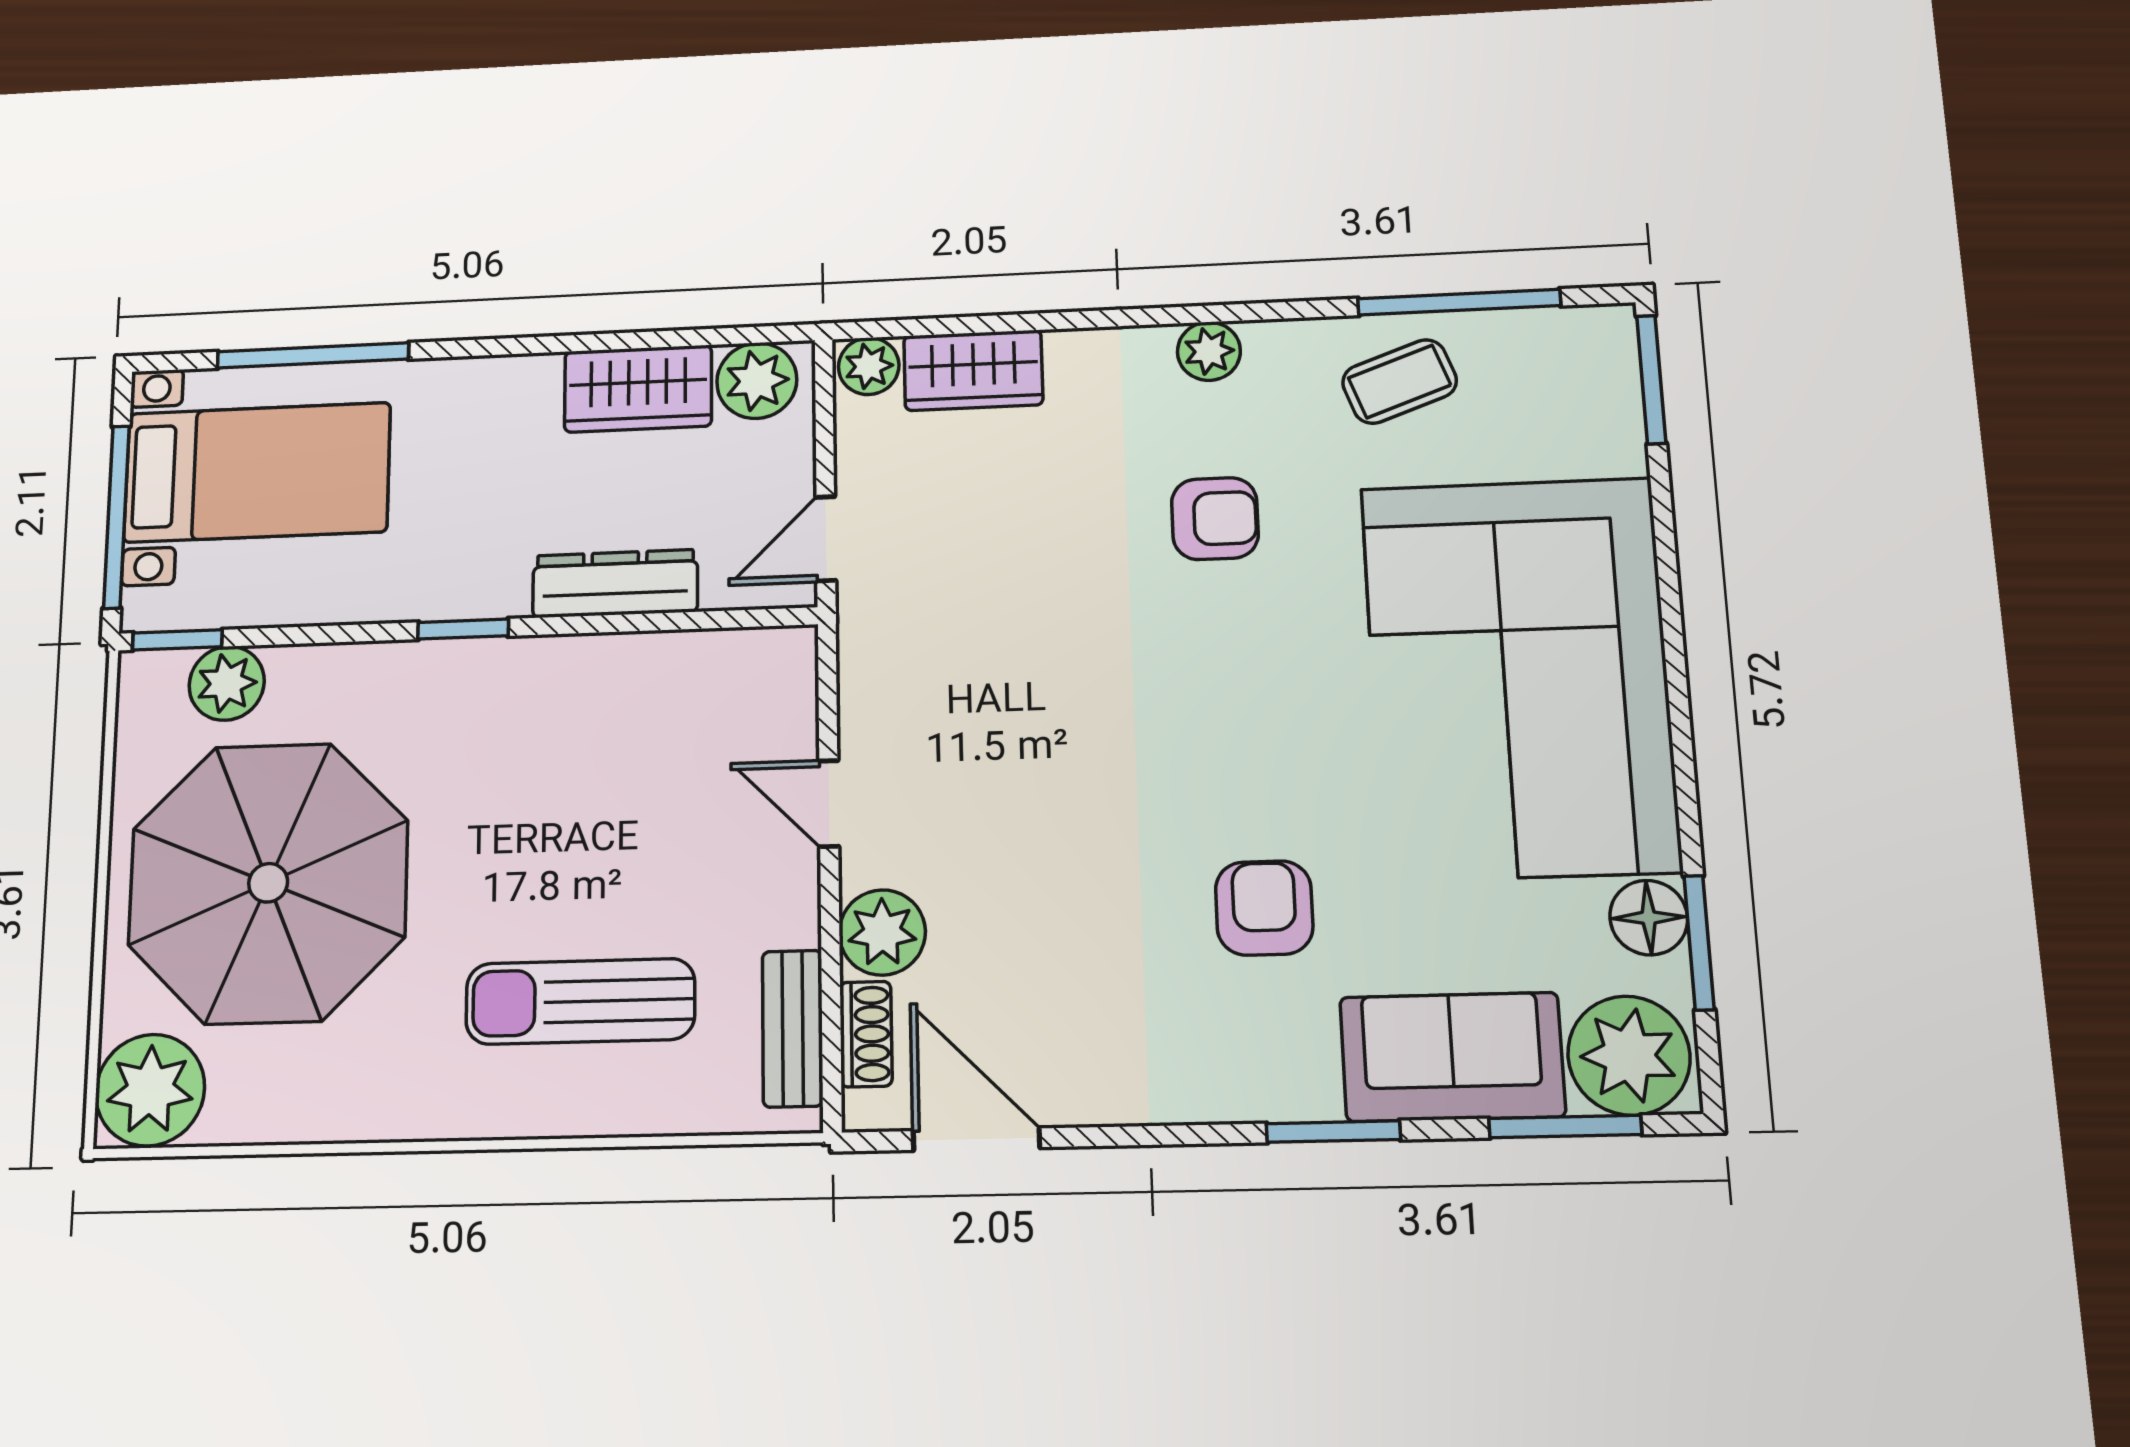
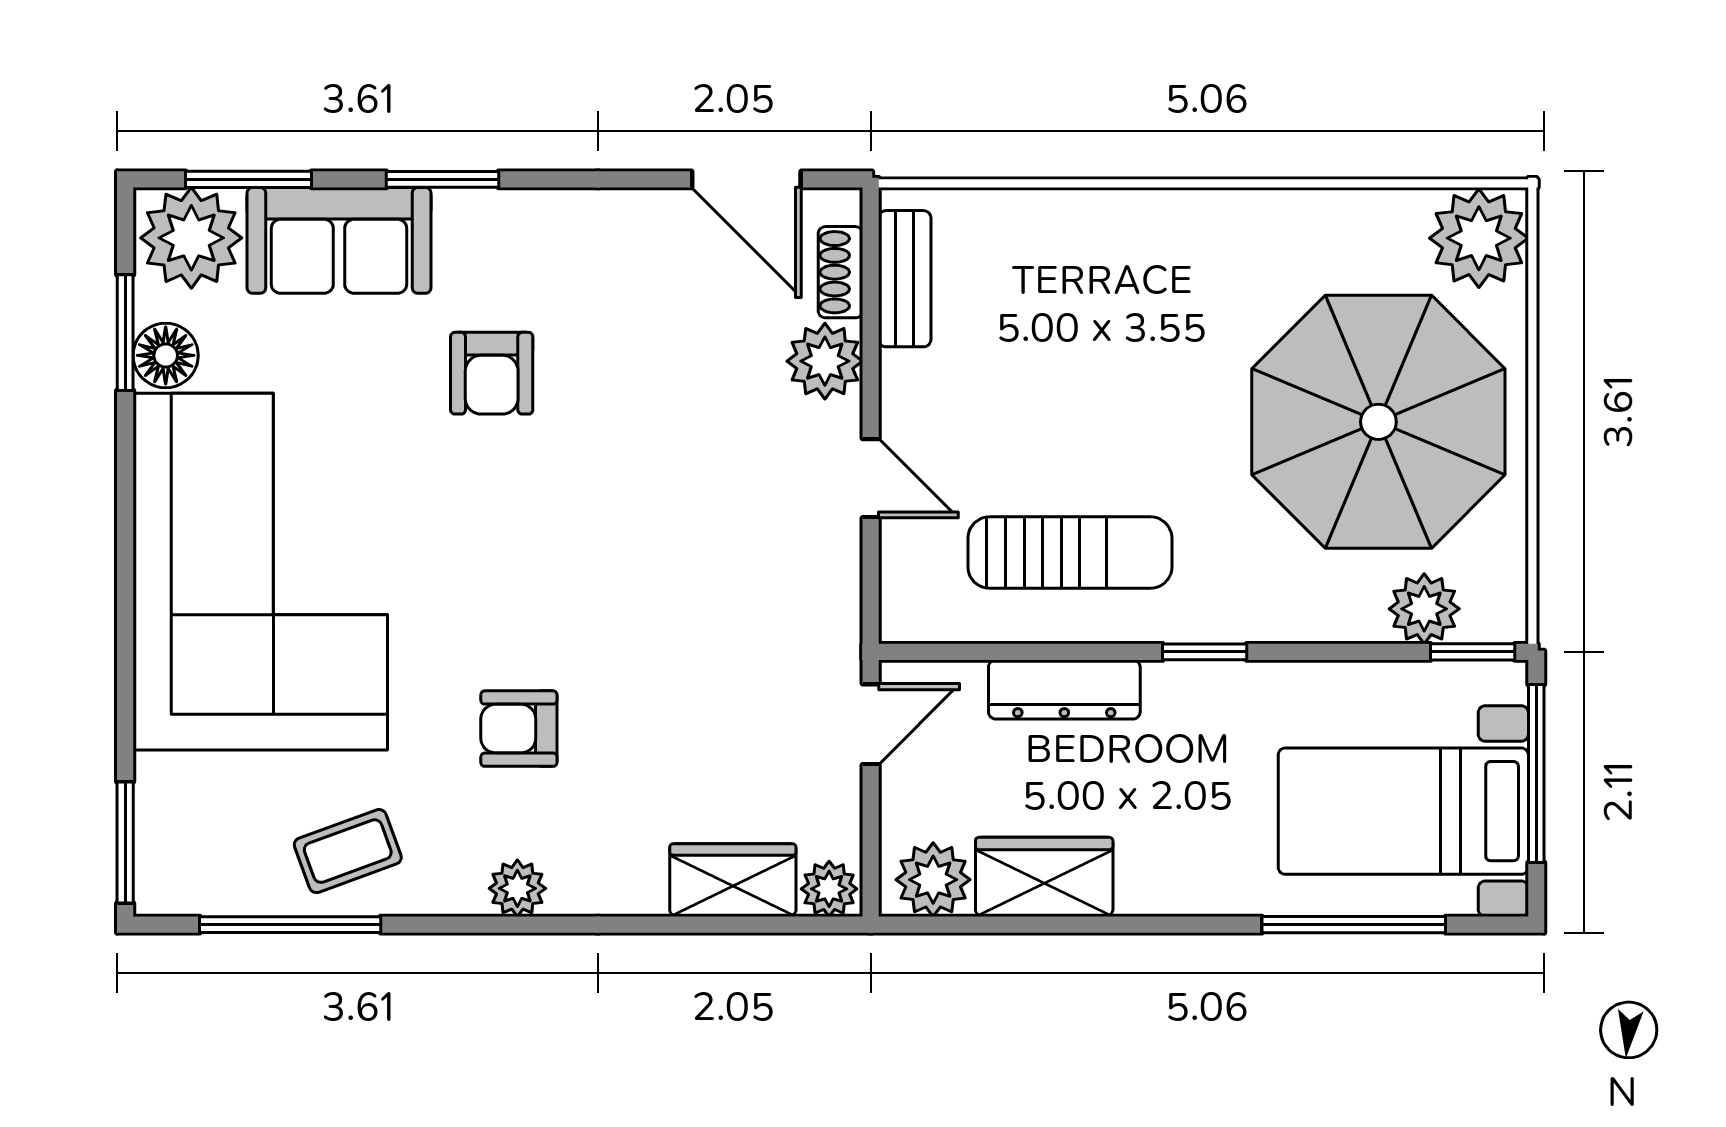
sun lounger: (580, 1001) -> (1070, 553), moved

